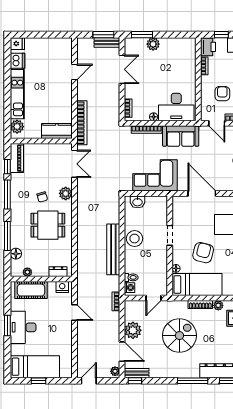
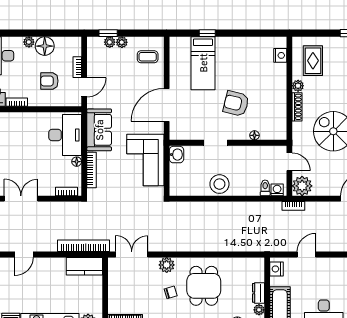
door: (75, 72) -> (24, 254), swing flipped
kitchen counter: (57, 131) -> (84, 266), moved, turned -90
washbasin: (138, 202) -> (176, 155), moved
bench: (113, 249) -> (232, 209), removed
dresser: (58, 272) -> (258, 293), moved
bed: (197, 284) -> (273, 111), removed
plant: (133, 330) -> (302, 186), moved

